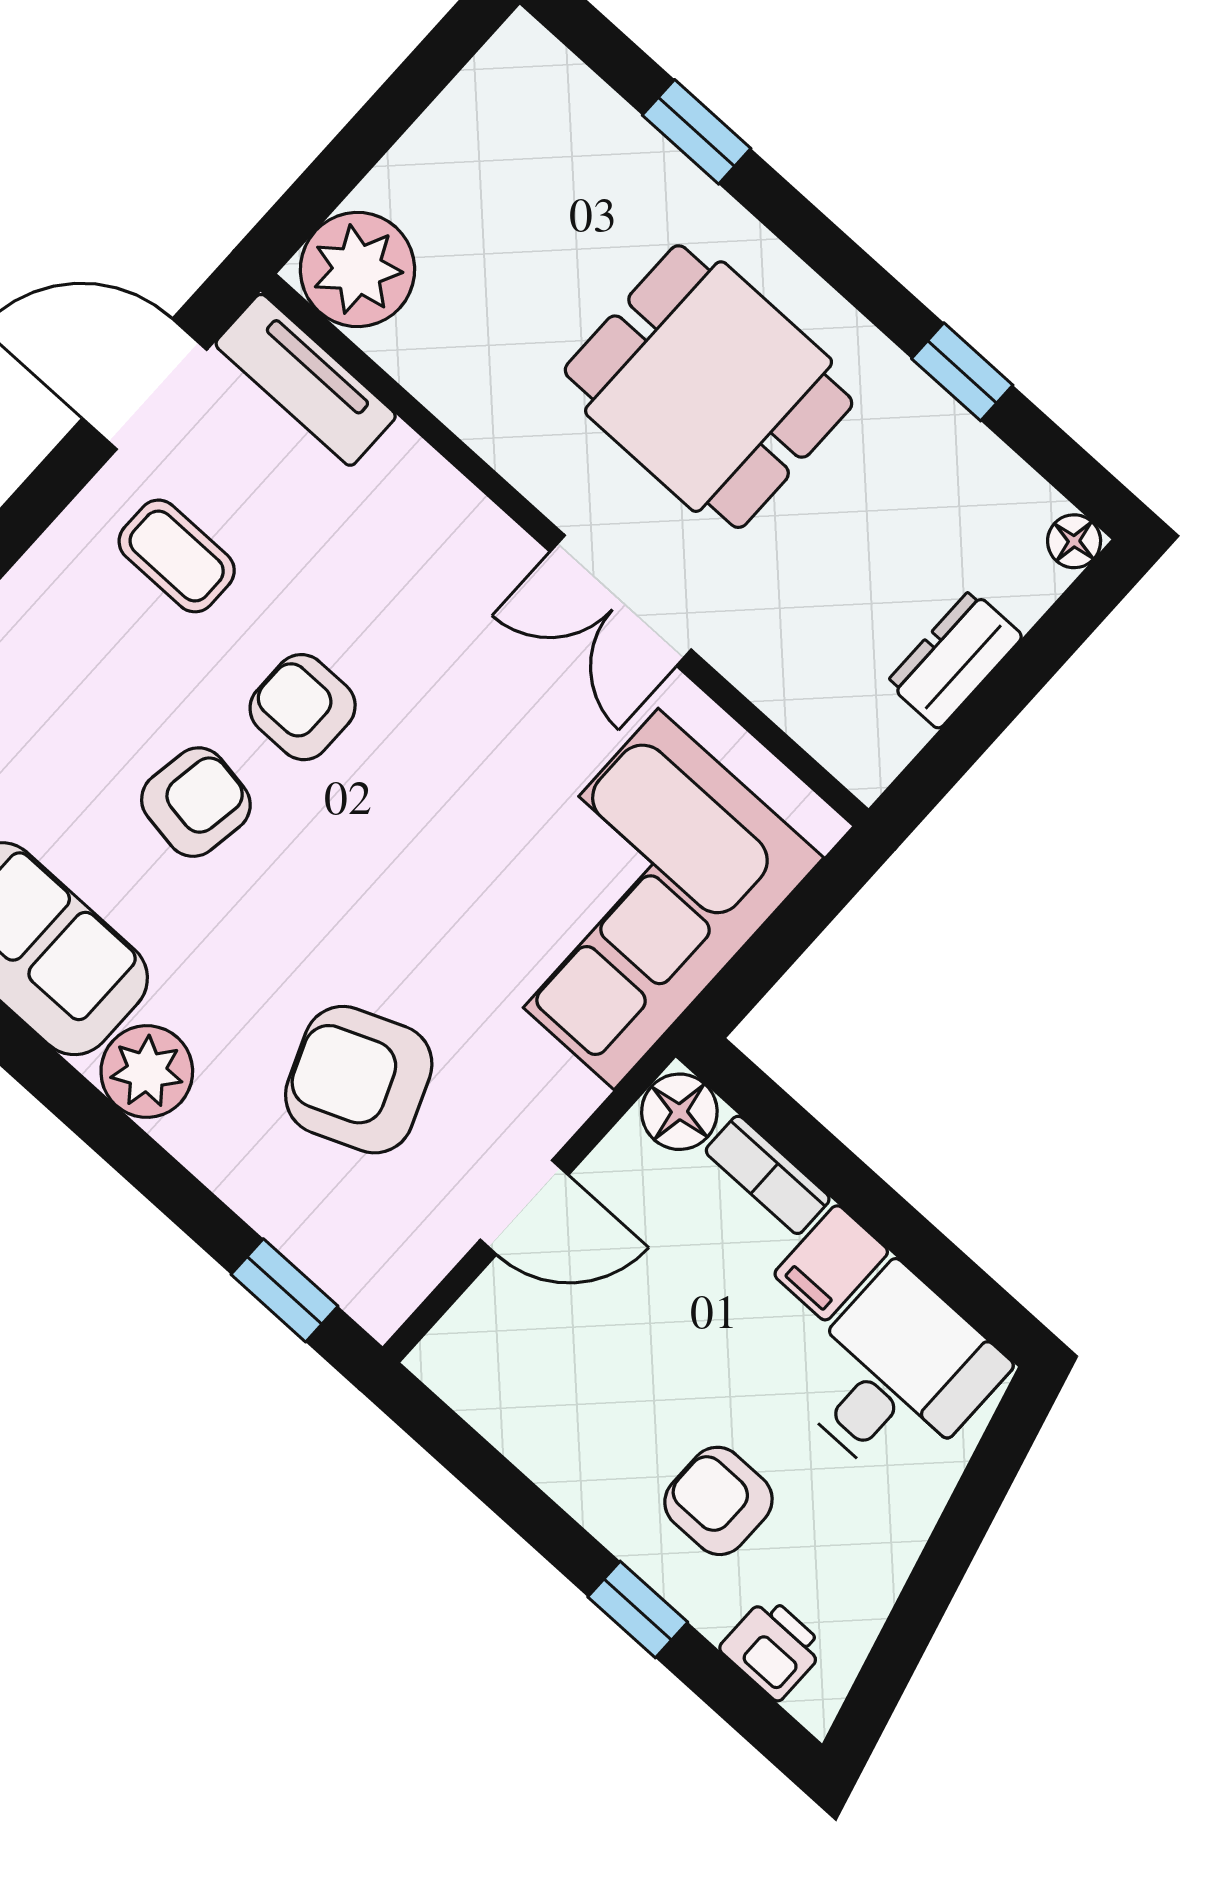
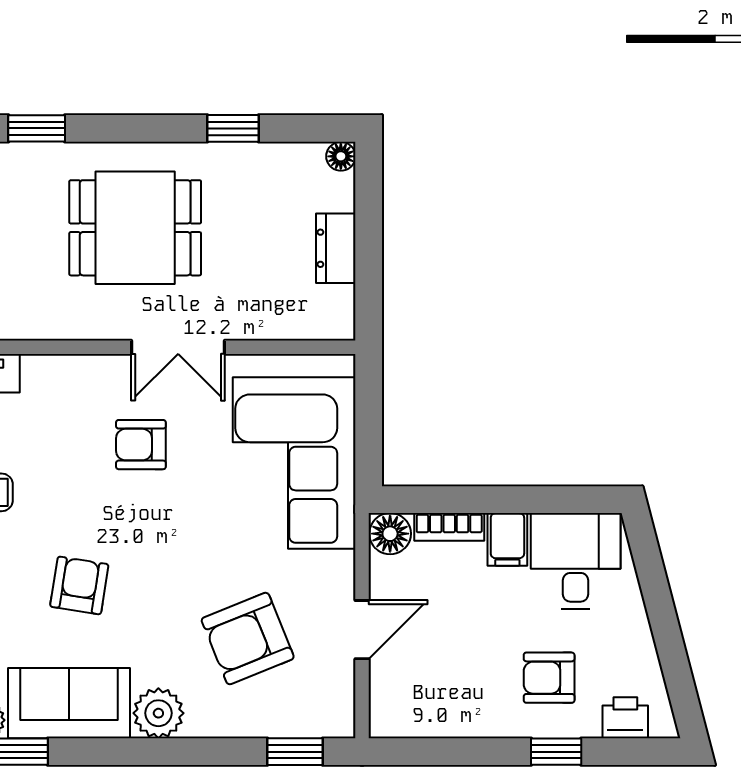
armchair: (303, 707) -> (141, 445), moved

